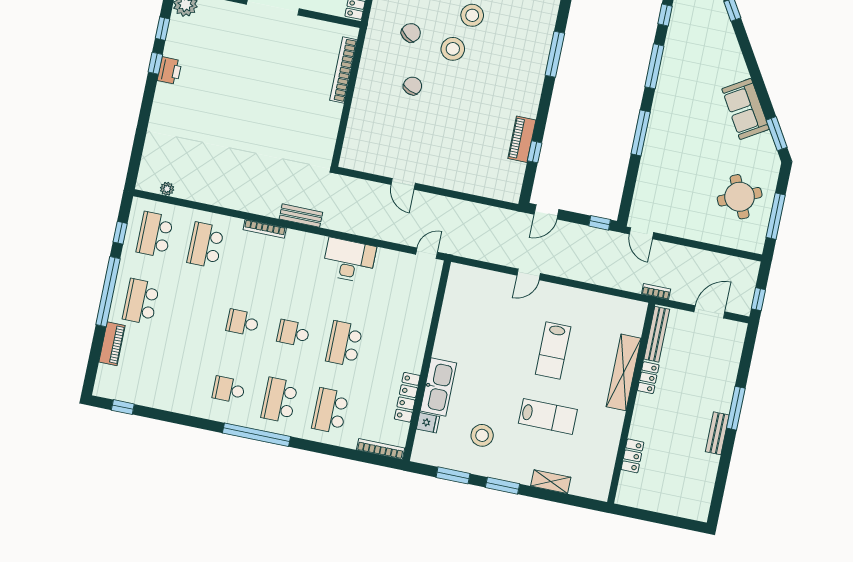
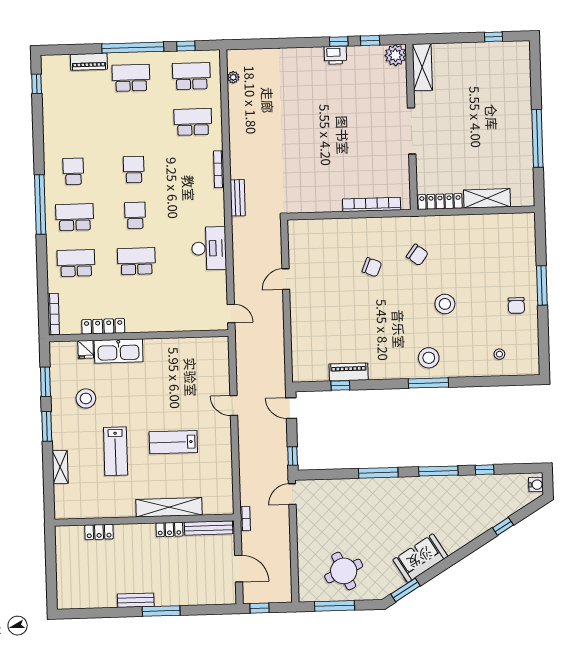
stool: (453, 49) -> (429, 358), moved

